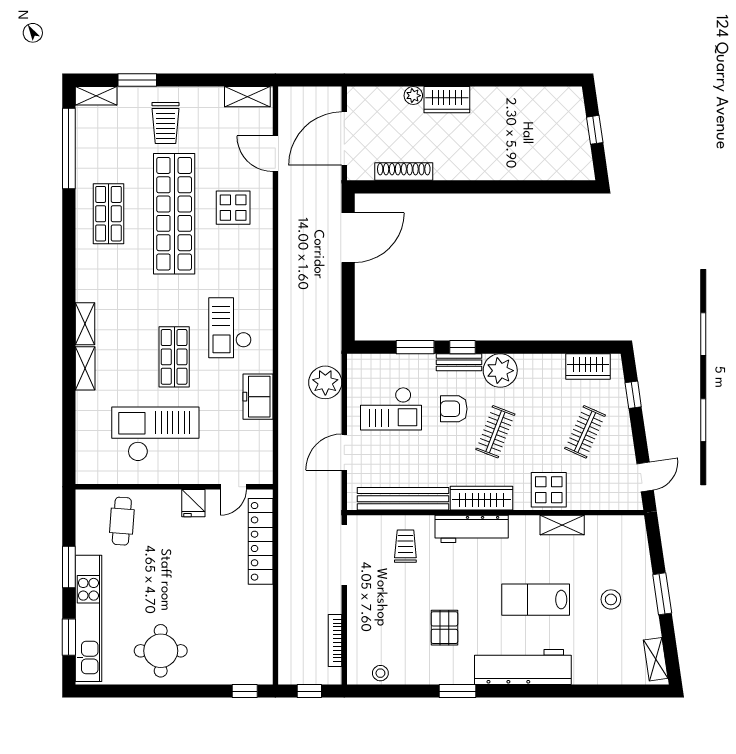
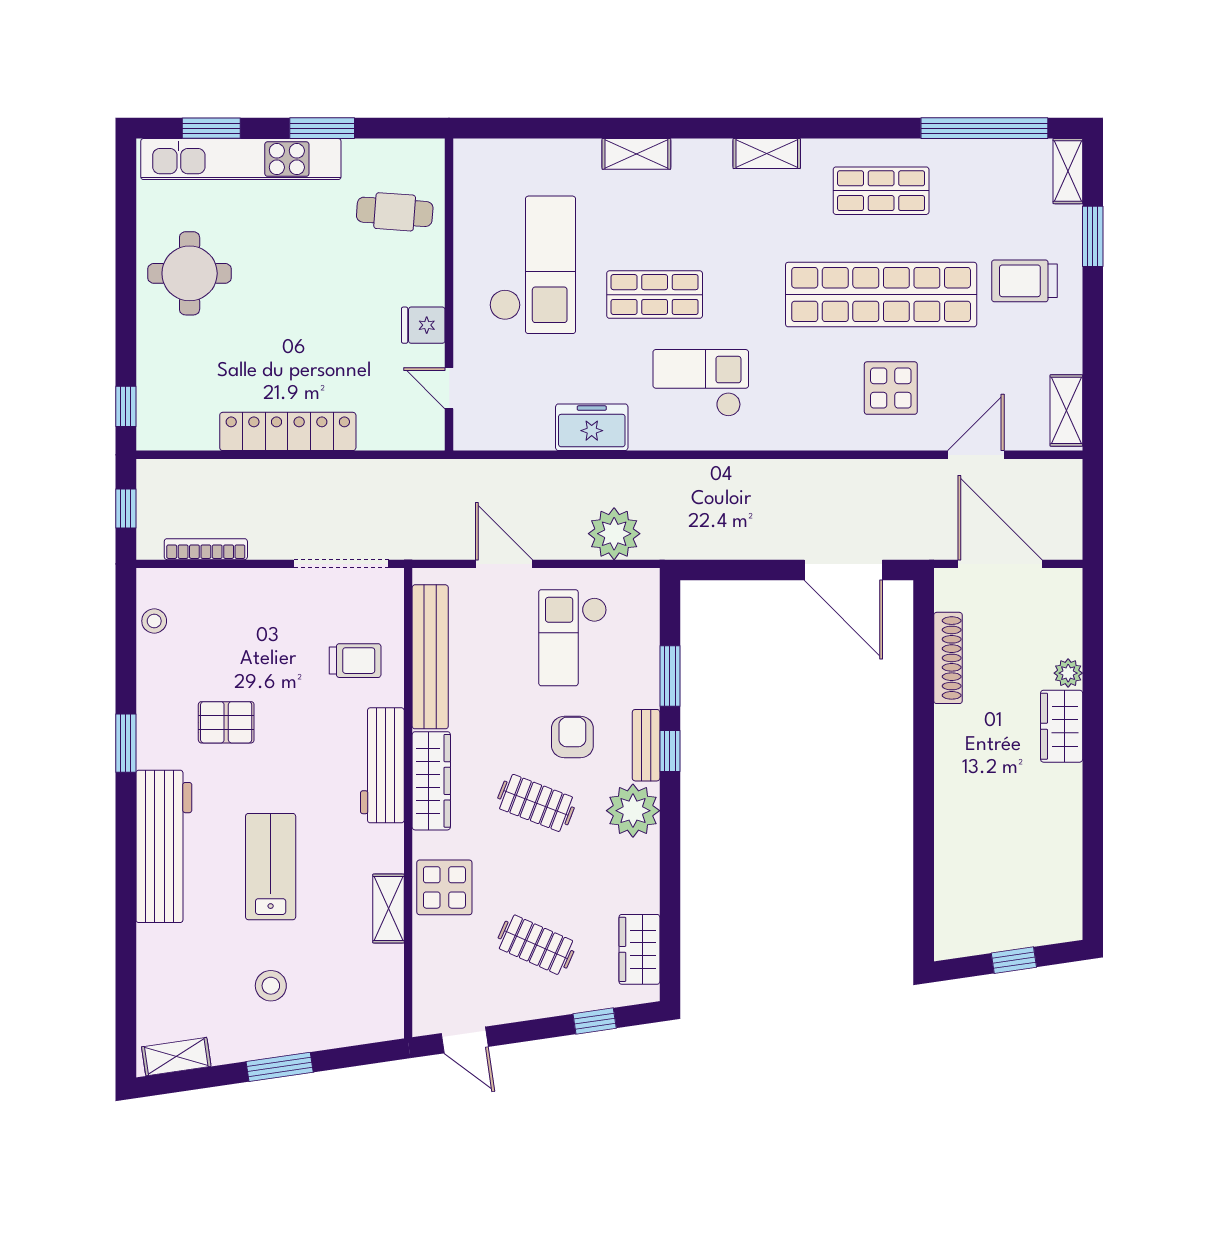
shelving: (85, 324) -> (767, 153), moved
locker: (261, 541) -> (288, 431), moved

